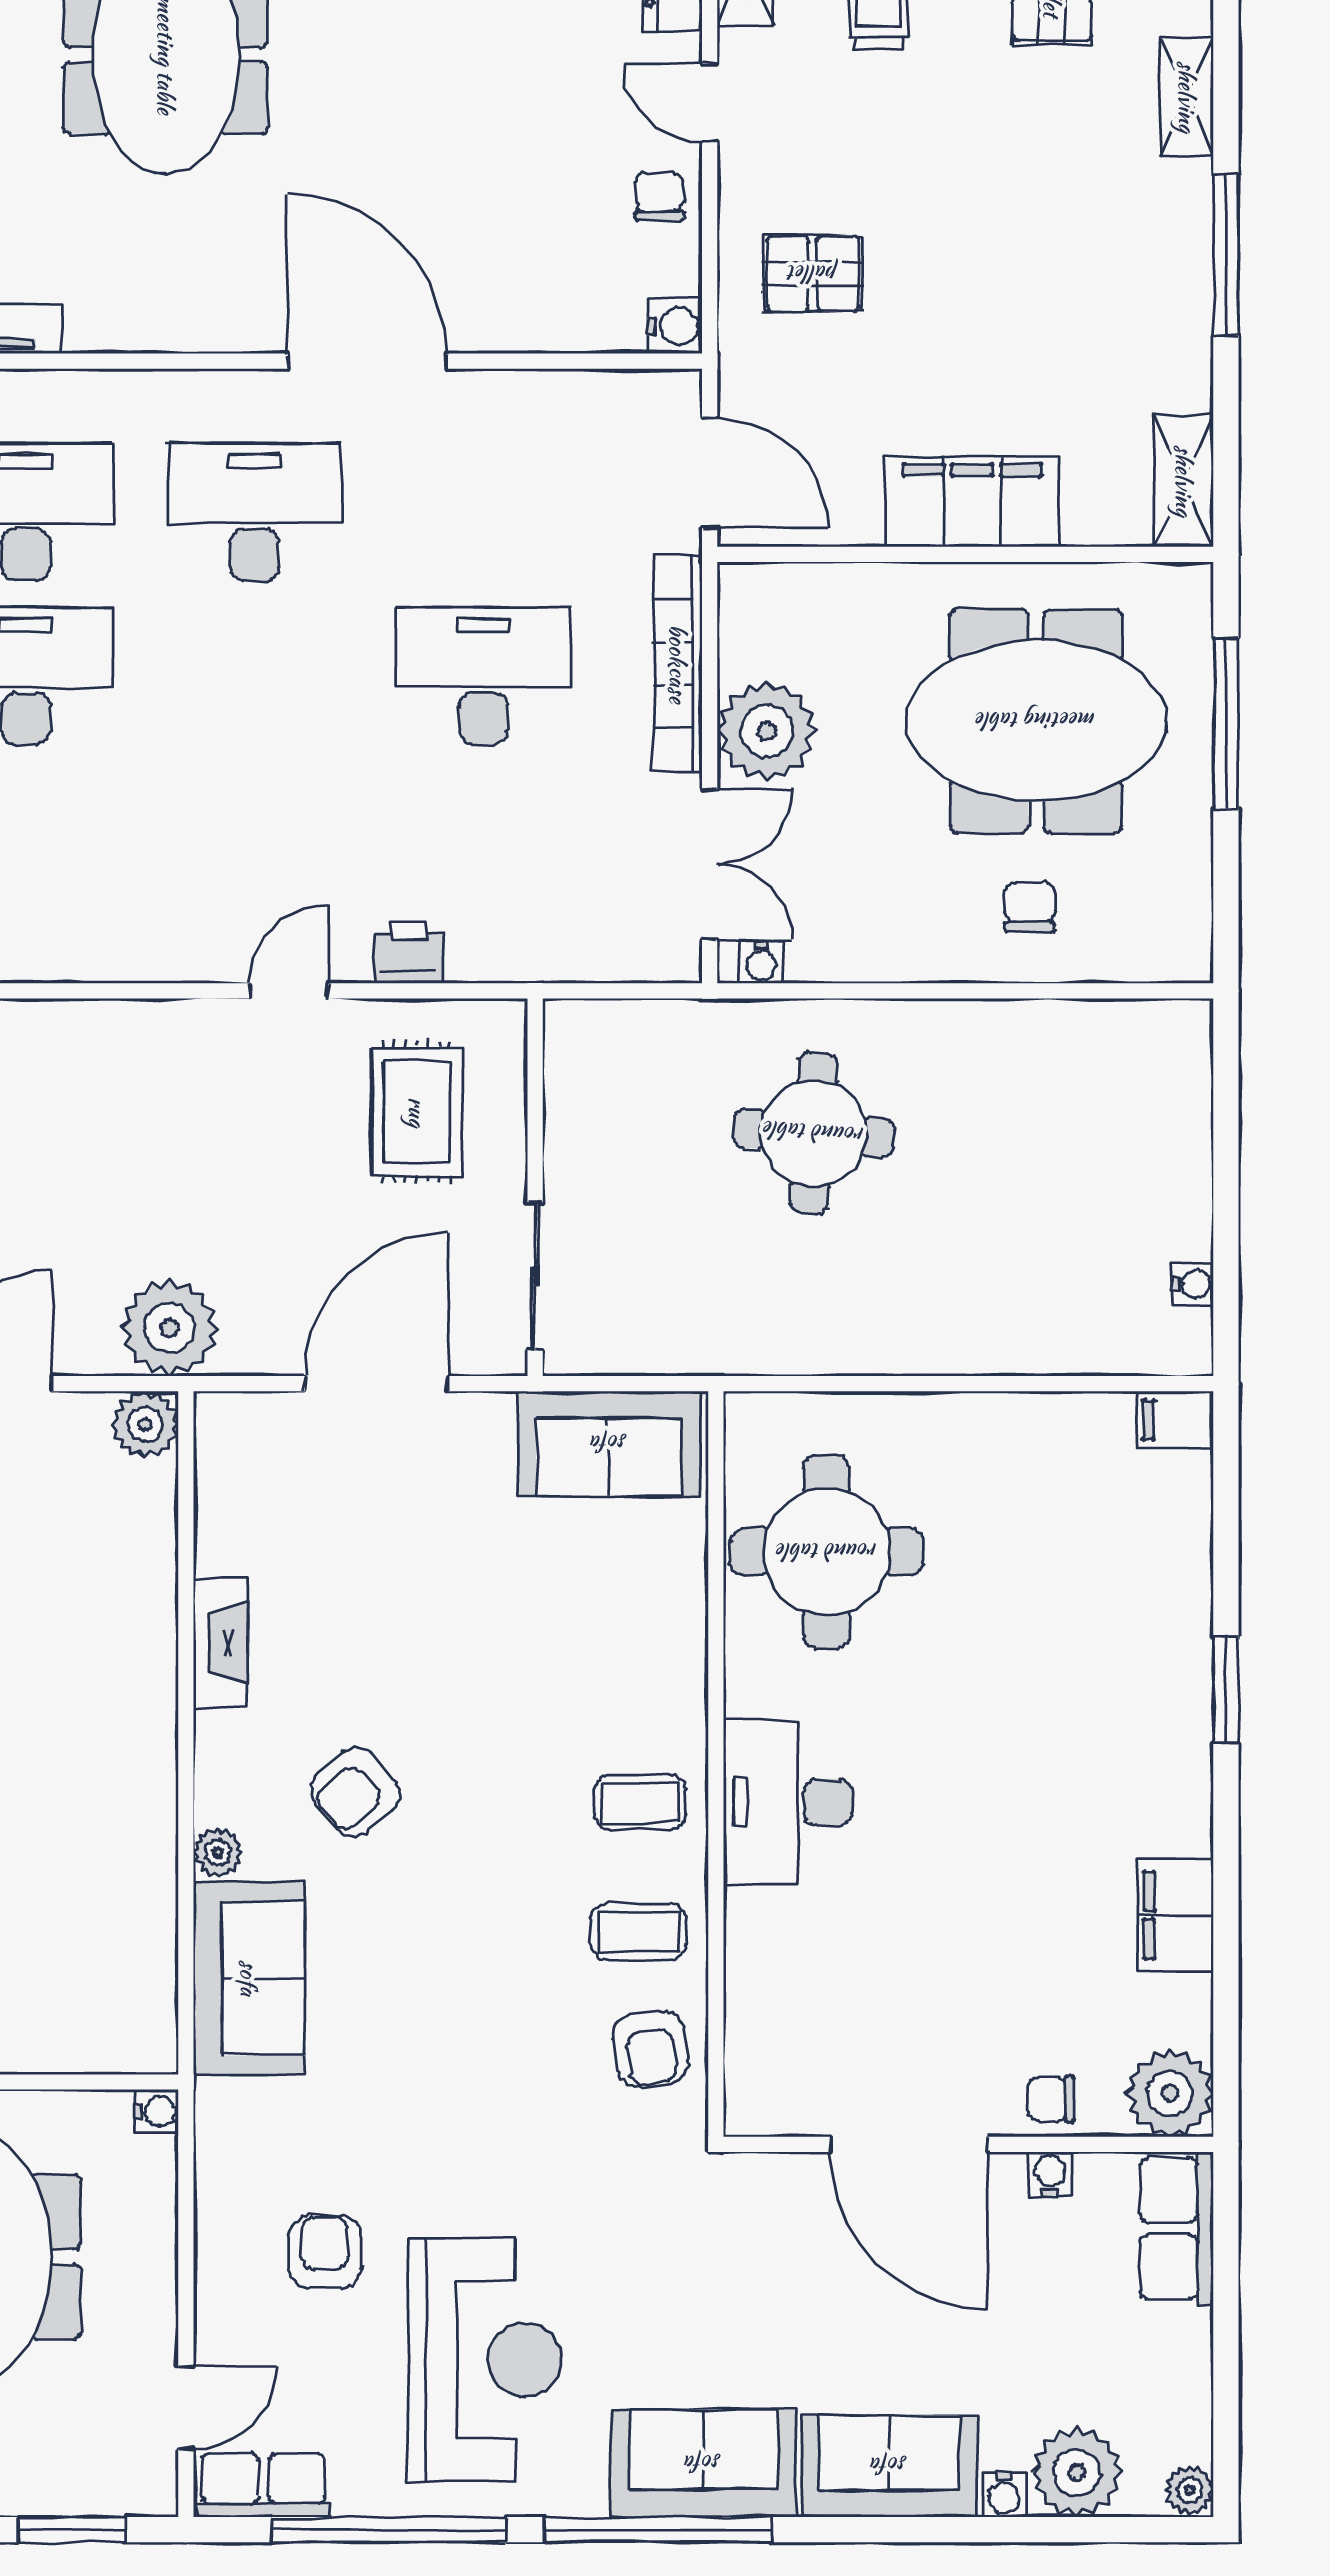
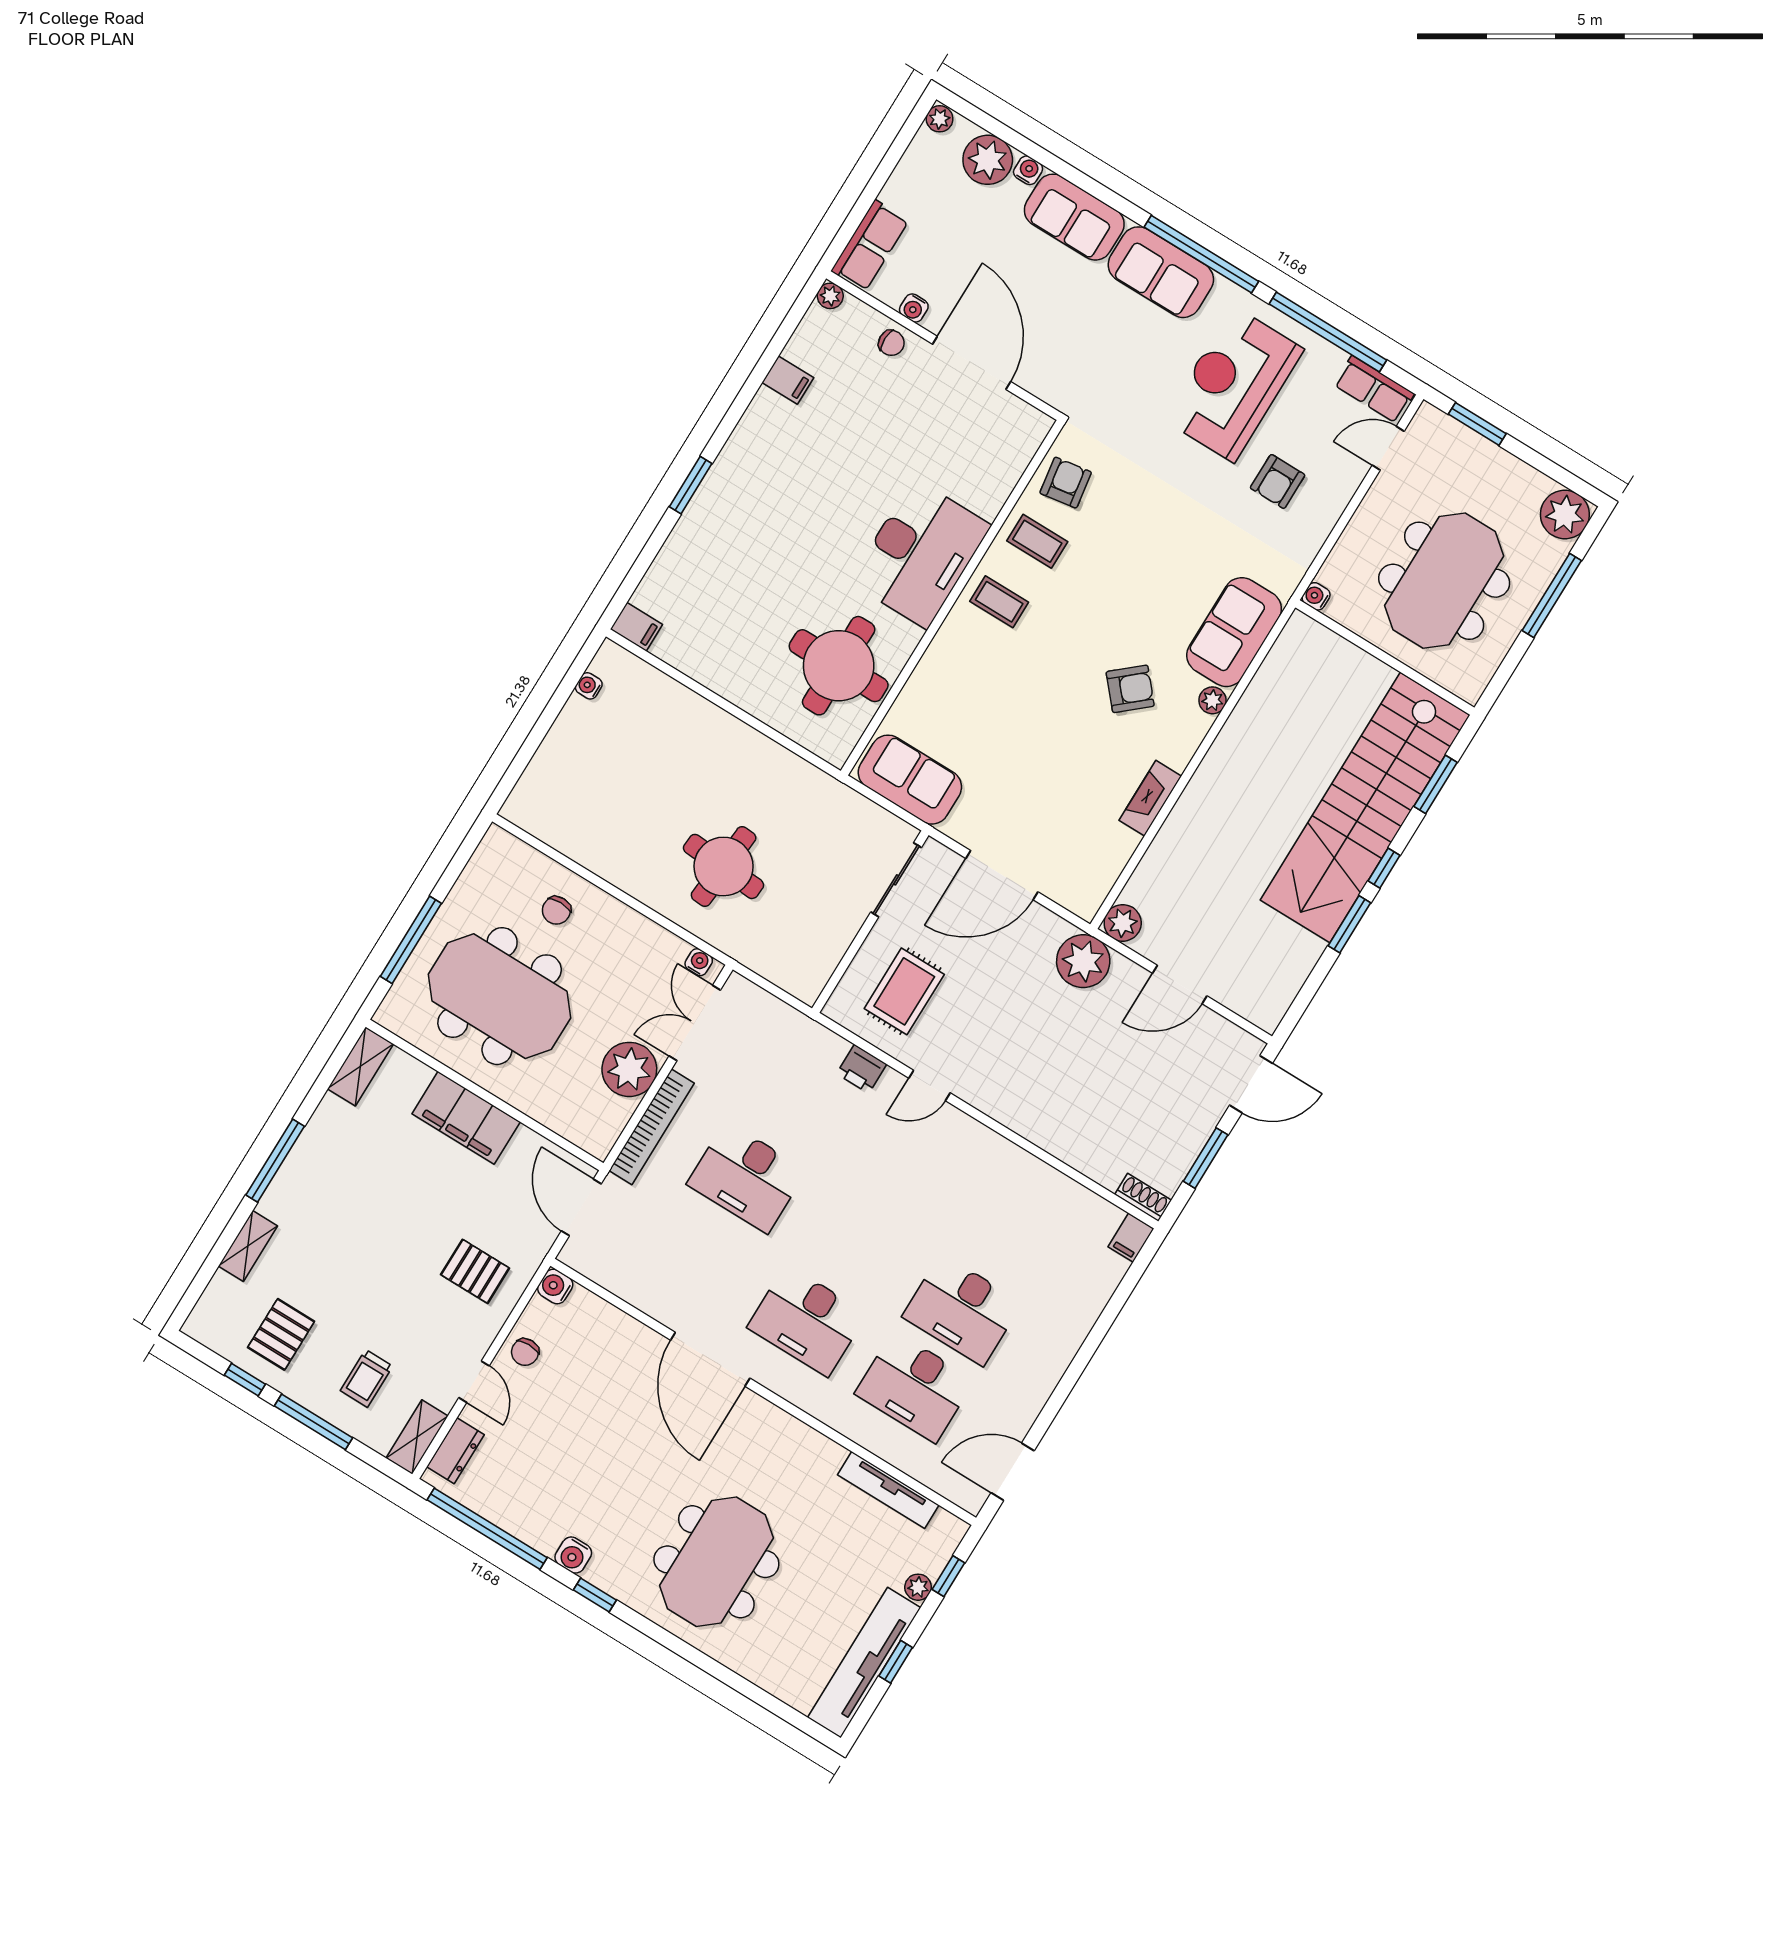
desk: (788, 1802) -> (920, 553), width x1.36, depth x1.30
filing cabinet: (1176, 1915) -> (788, 380), width x0.50
plant: (1170, 2093) -> (830, 296), width x0.53, depth x0.53

